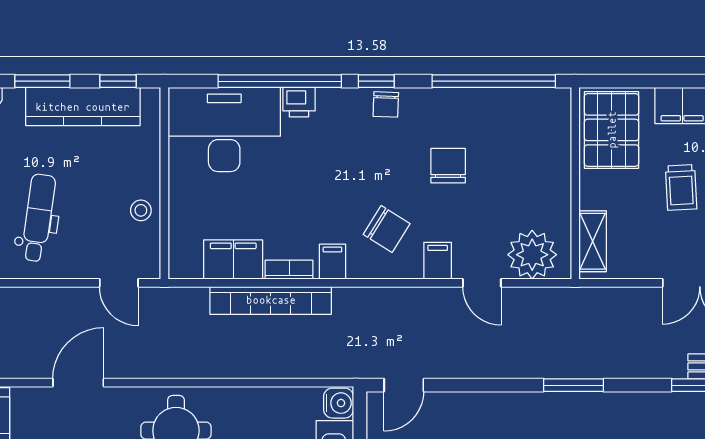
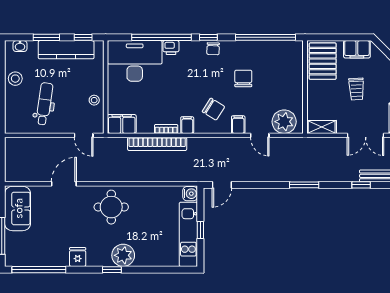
shelving: (593, 241) -> (322, 127), moved, turned 90
filing cabinet: (233, 260) -> (122, 124), moved

